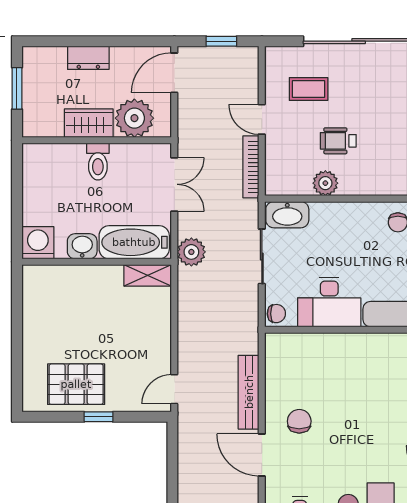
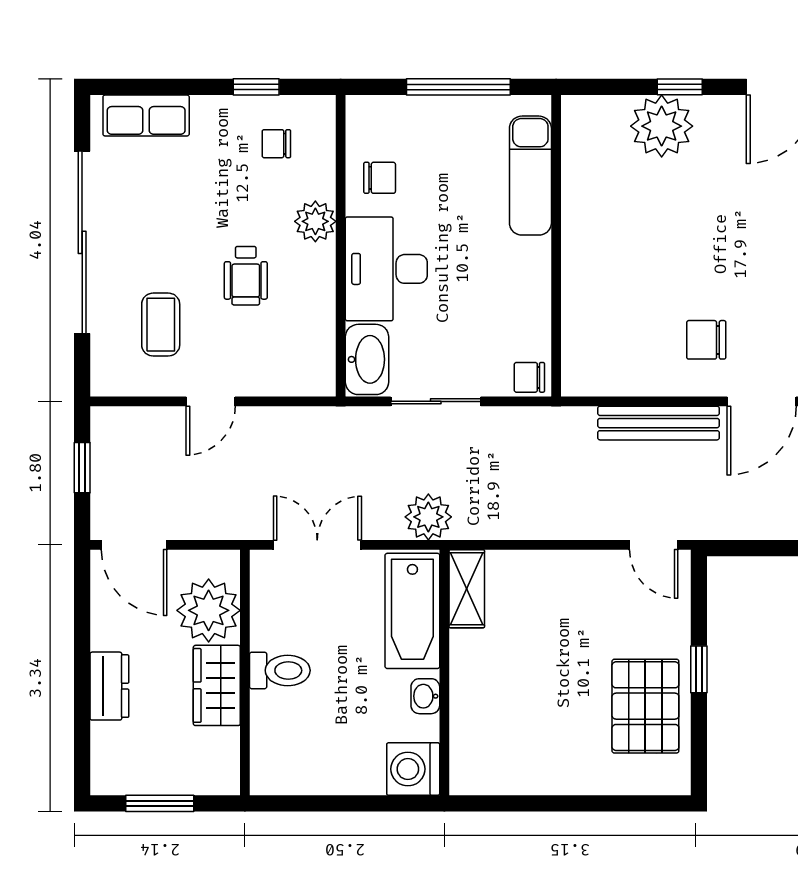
bookcase: (251, 167) -> (289, 419), removed
plant: (325, 183) -> (315, 221), moved
washbasin: (82, 246) -> (425, 696), width x0.72, depth x0.69
desk: (329, 302) -> (386, 269), moved, turned 180
chair: (276, 314) -> (529, 377), turned -90

